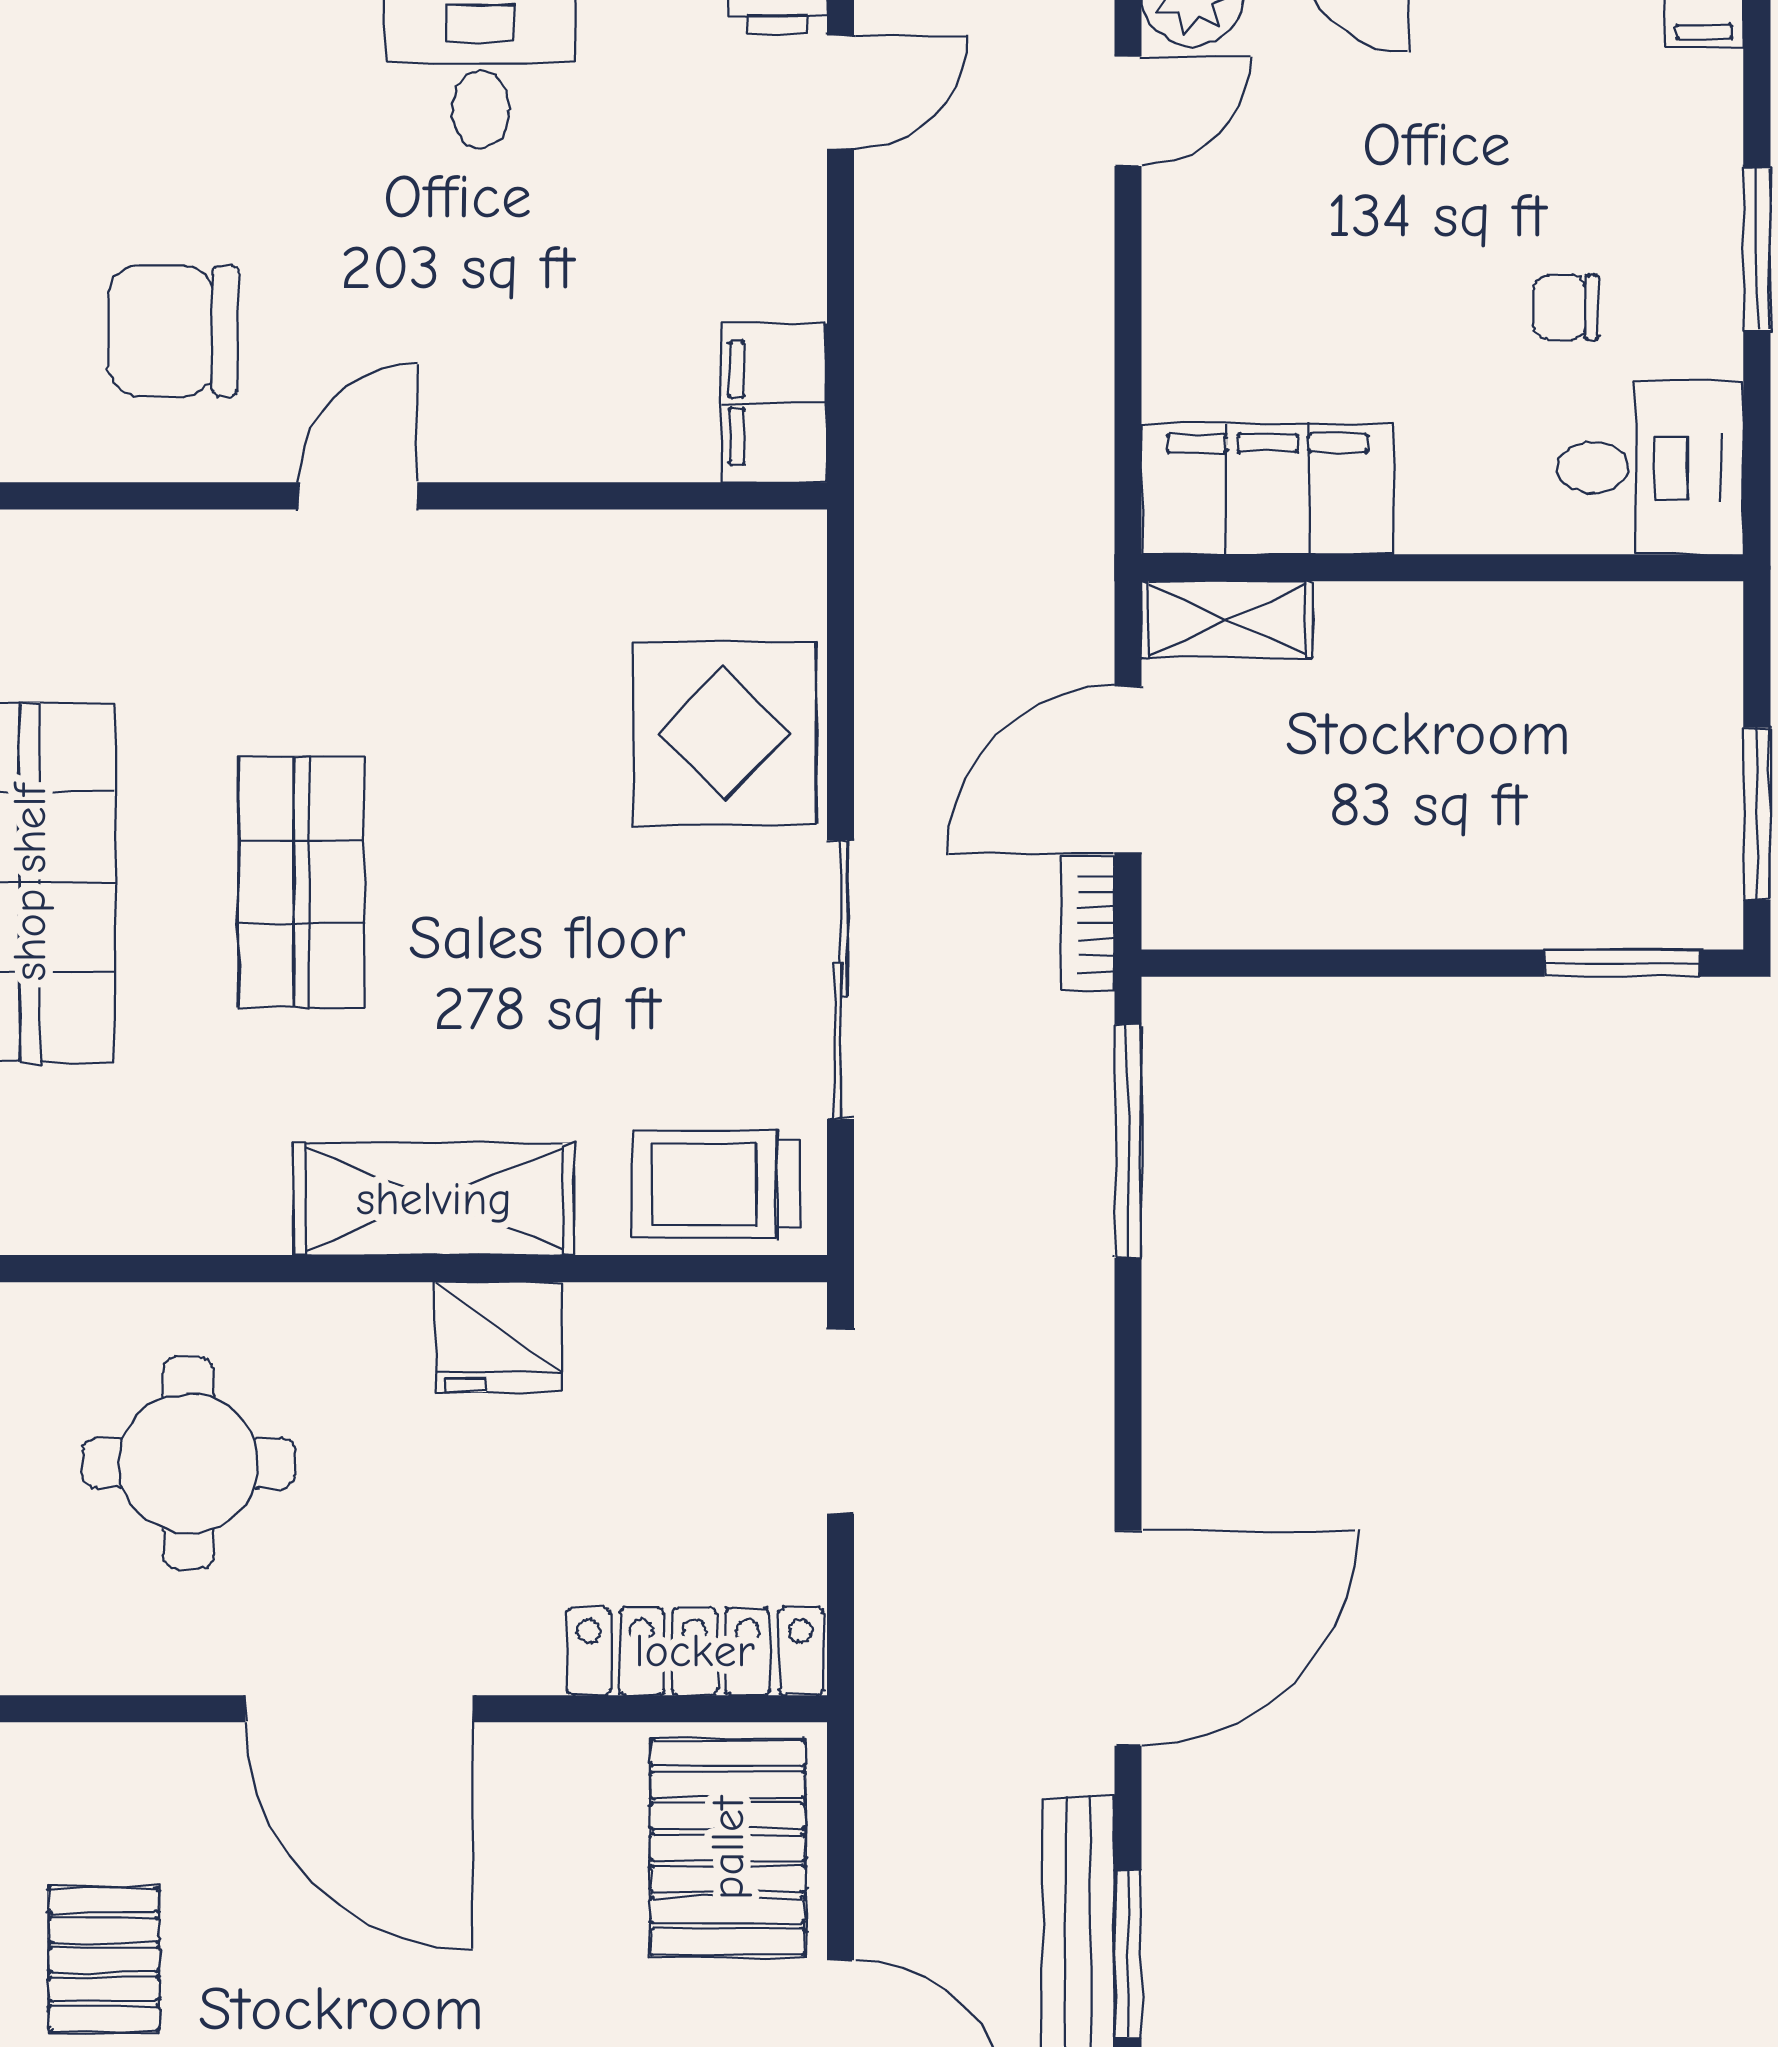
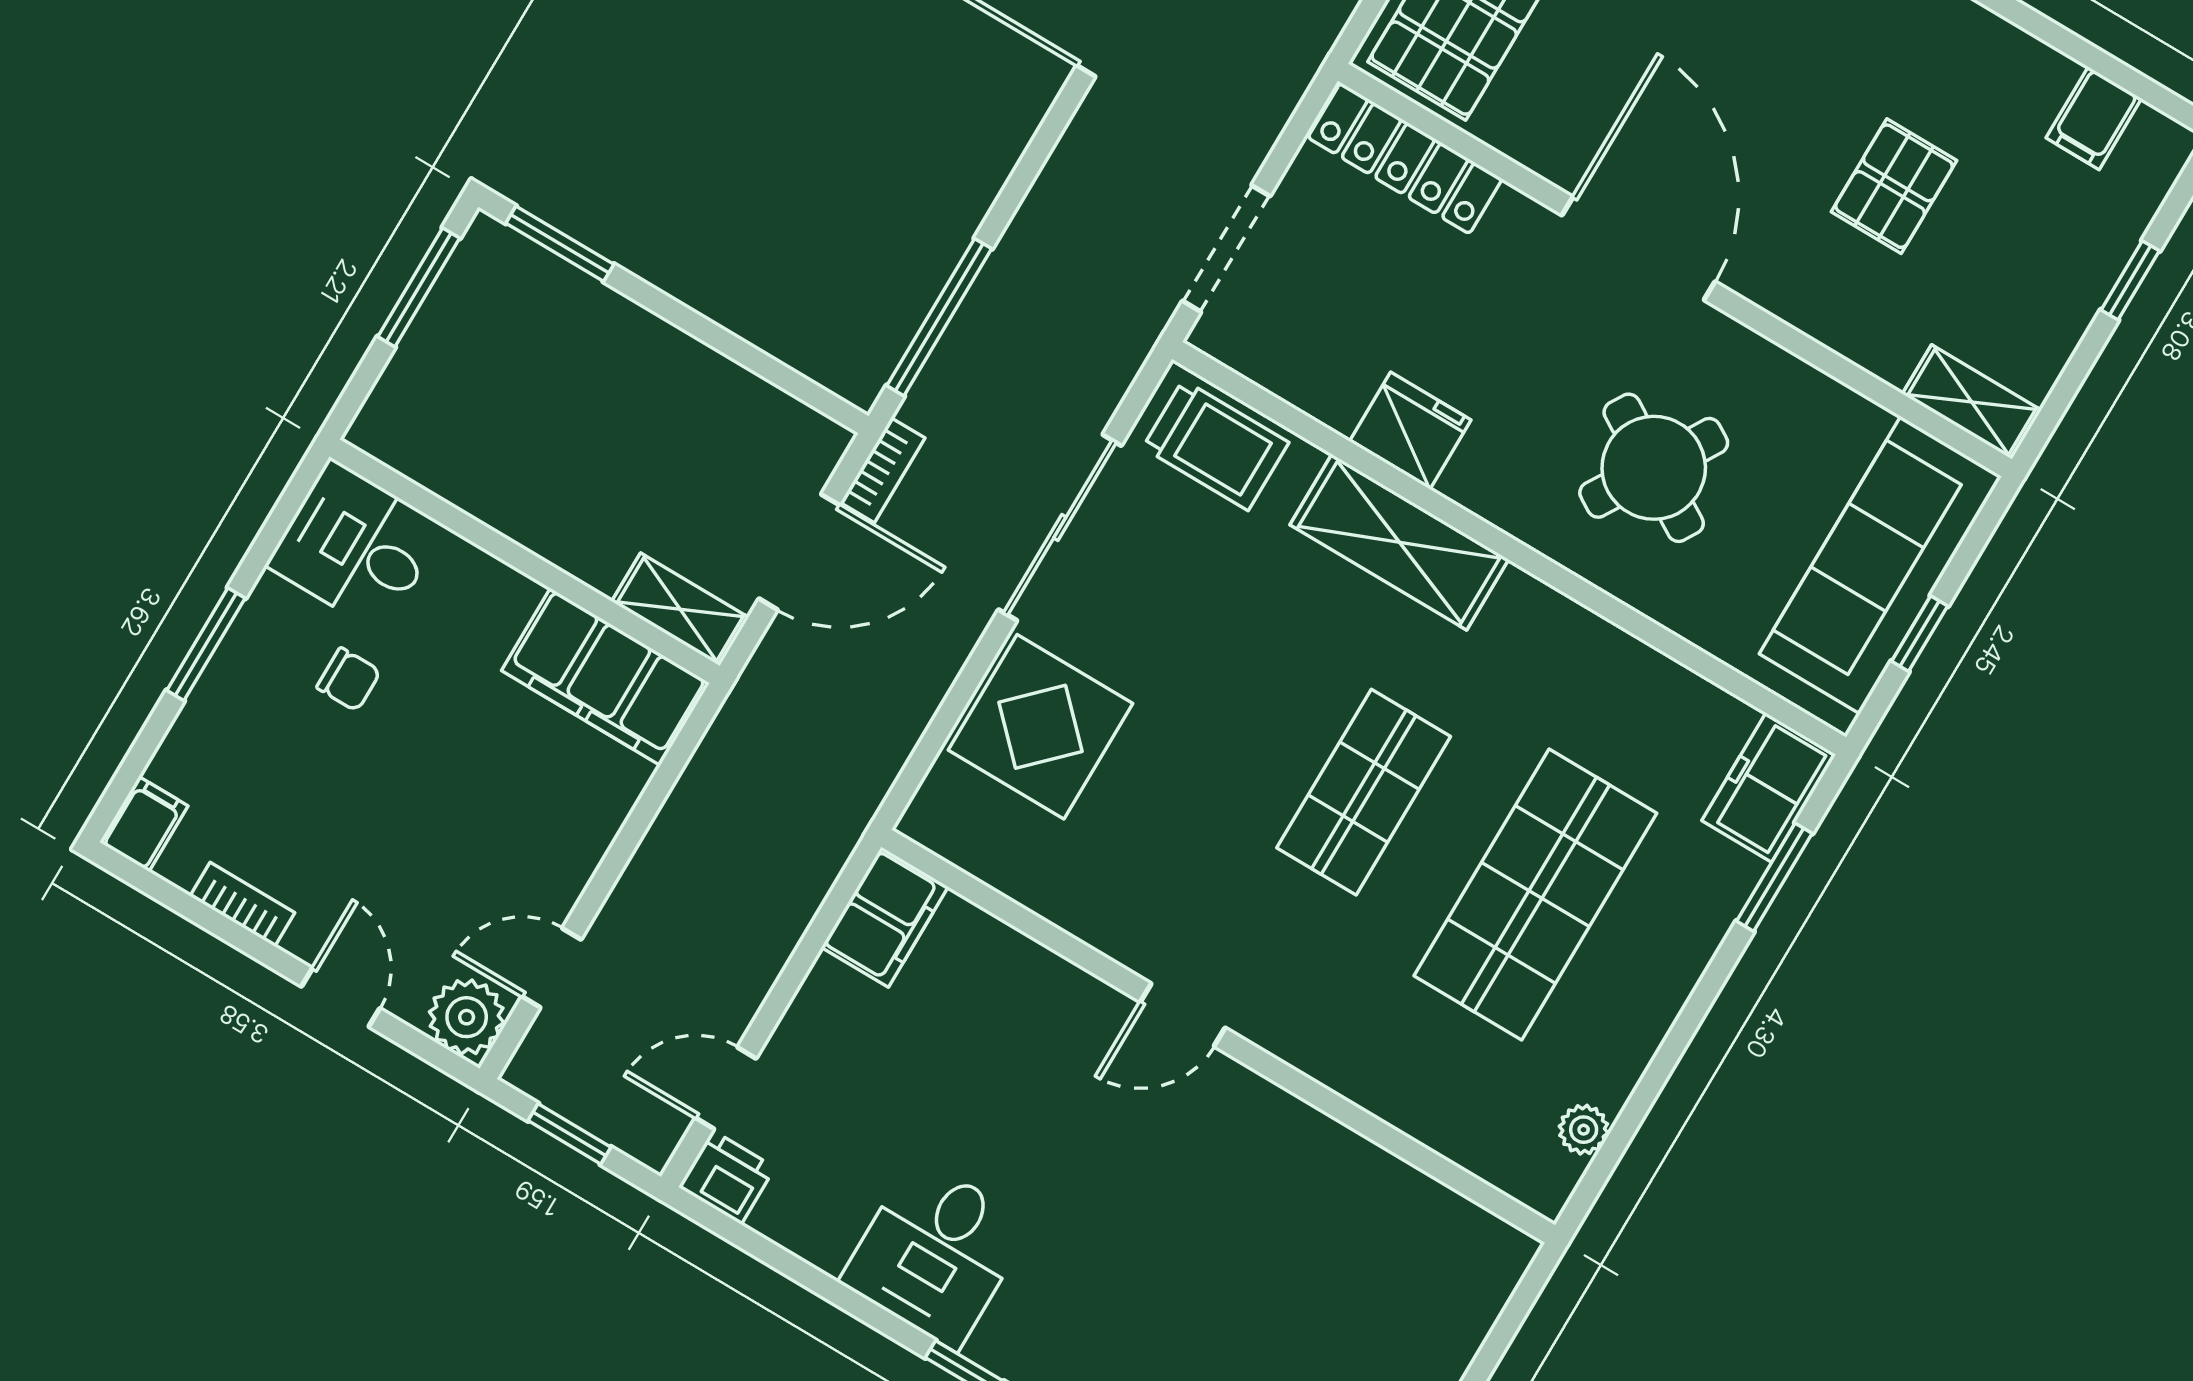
chair: (173, 331) -> (1237, 1189), removed
round table: (188, 1463) -> (1654, 468), turned 31

